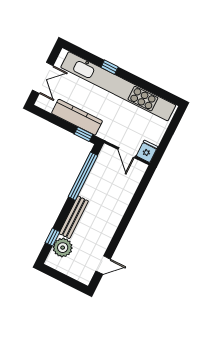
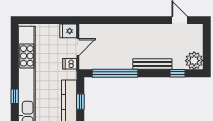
window: (84, 134) -> (80, 102), moved
dishwasher: (114, 137) -> (70, 64), added
plant: (63, 248) -> (194, 61), moved

